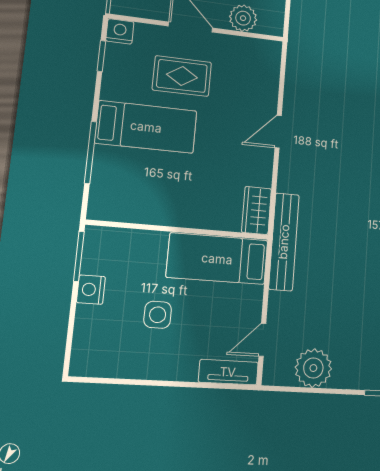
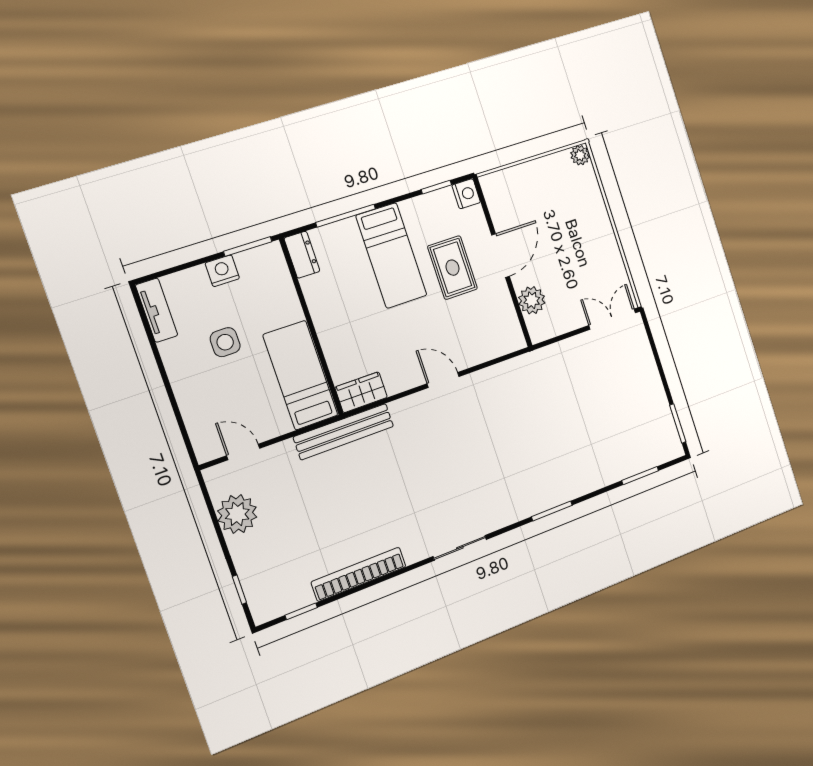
dresser: (109, 209) -> (302, 255), added
tv unit: (228, 372) -> (157, 310), moved

